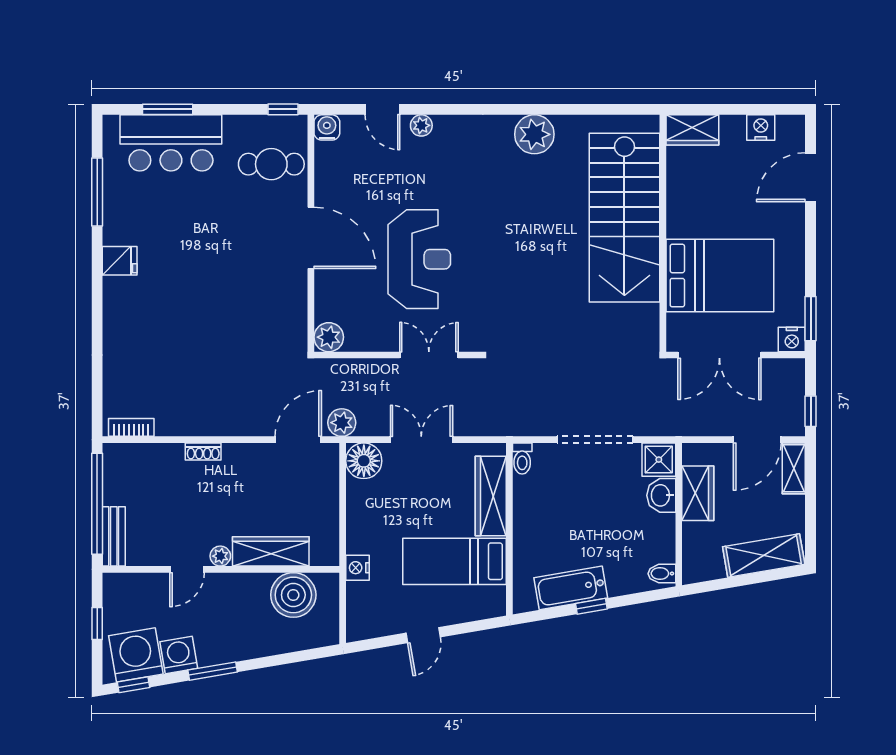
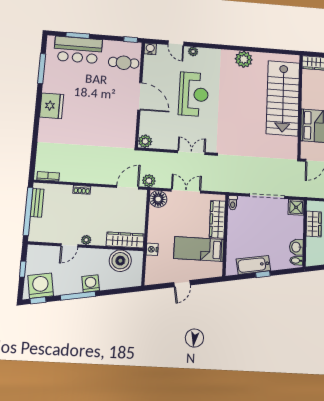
reception desk: (419, 259) -> (194, 94), moved
fridge: (120, 261) -> (52, 106), width x1.88, depth x1.34
washbasin: (661, 495) -> (296, 247), moved
bench: (114, 536) -> (37, 203), moved
wardrobe: (271, 551) -> (125, 240), moved
washing machine: (179, 655) -> (91, 284), moved
window: (213, 671) -> (78, 296), width x1.44

